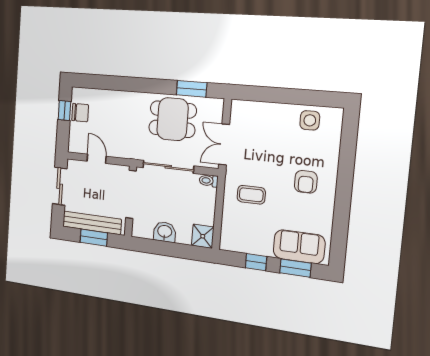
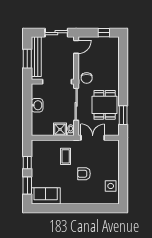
chair: (80, 113) -> (87, 78), moved
door: (97, 159) -> (76, 47), moved
armchair: (306, 182) -> (84, 174), moved
shower: (203, 236) -> (60, 129), moved
sofa: (299, 247) -> (46, 196), moved, turned -90

